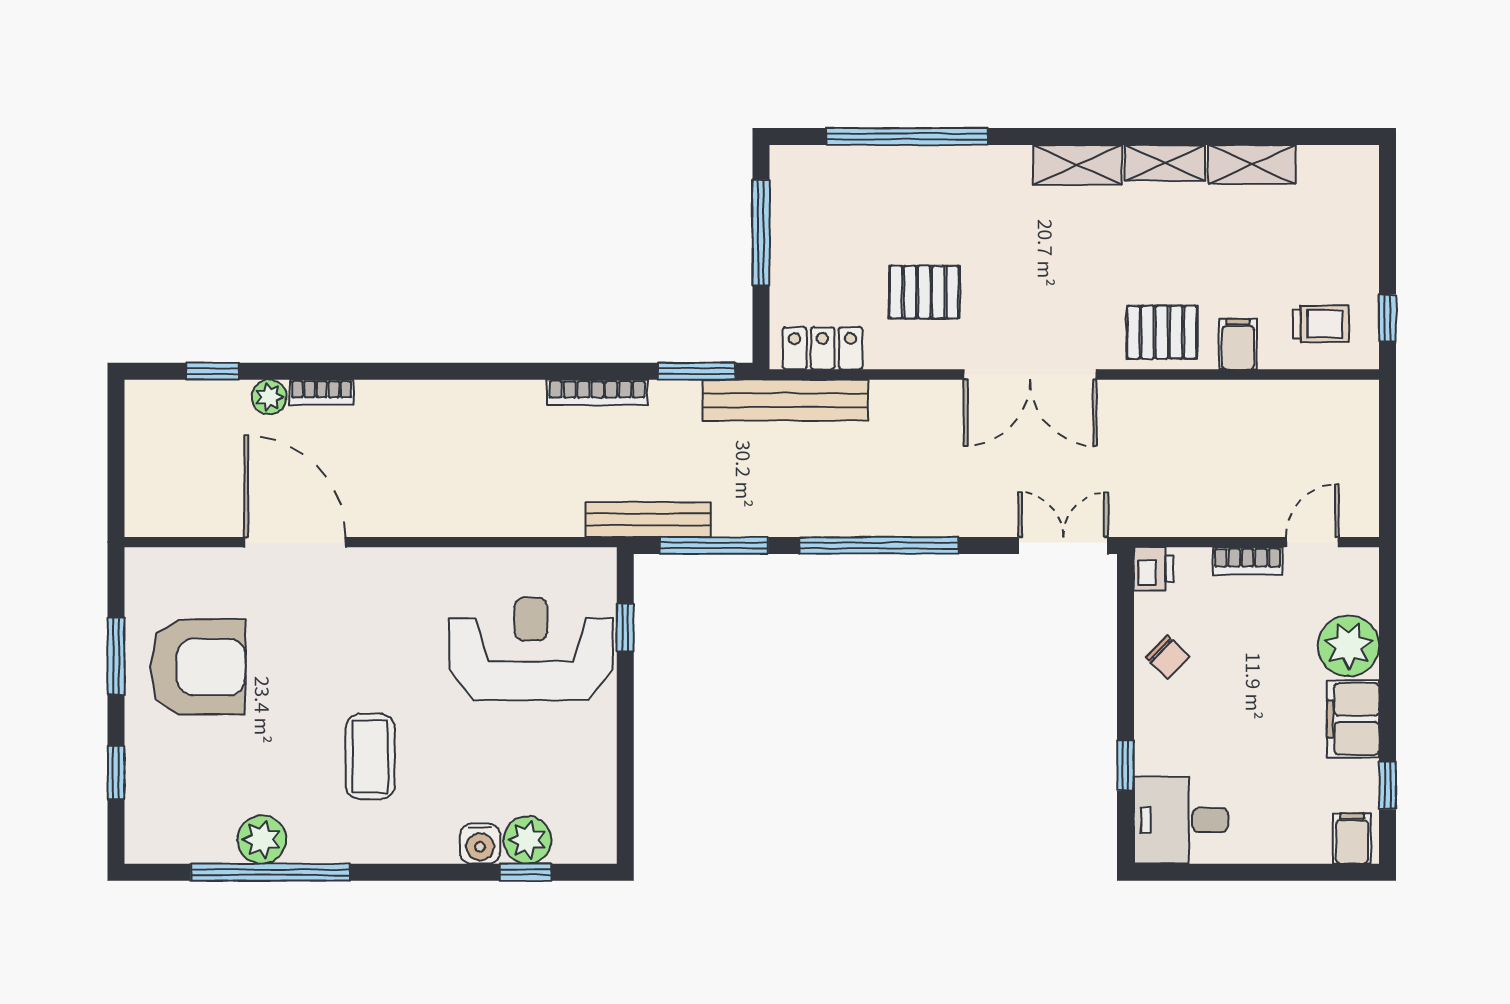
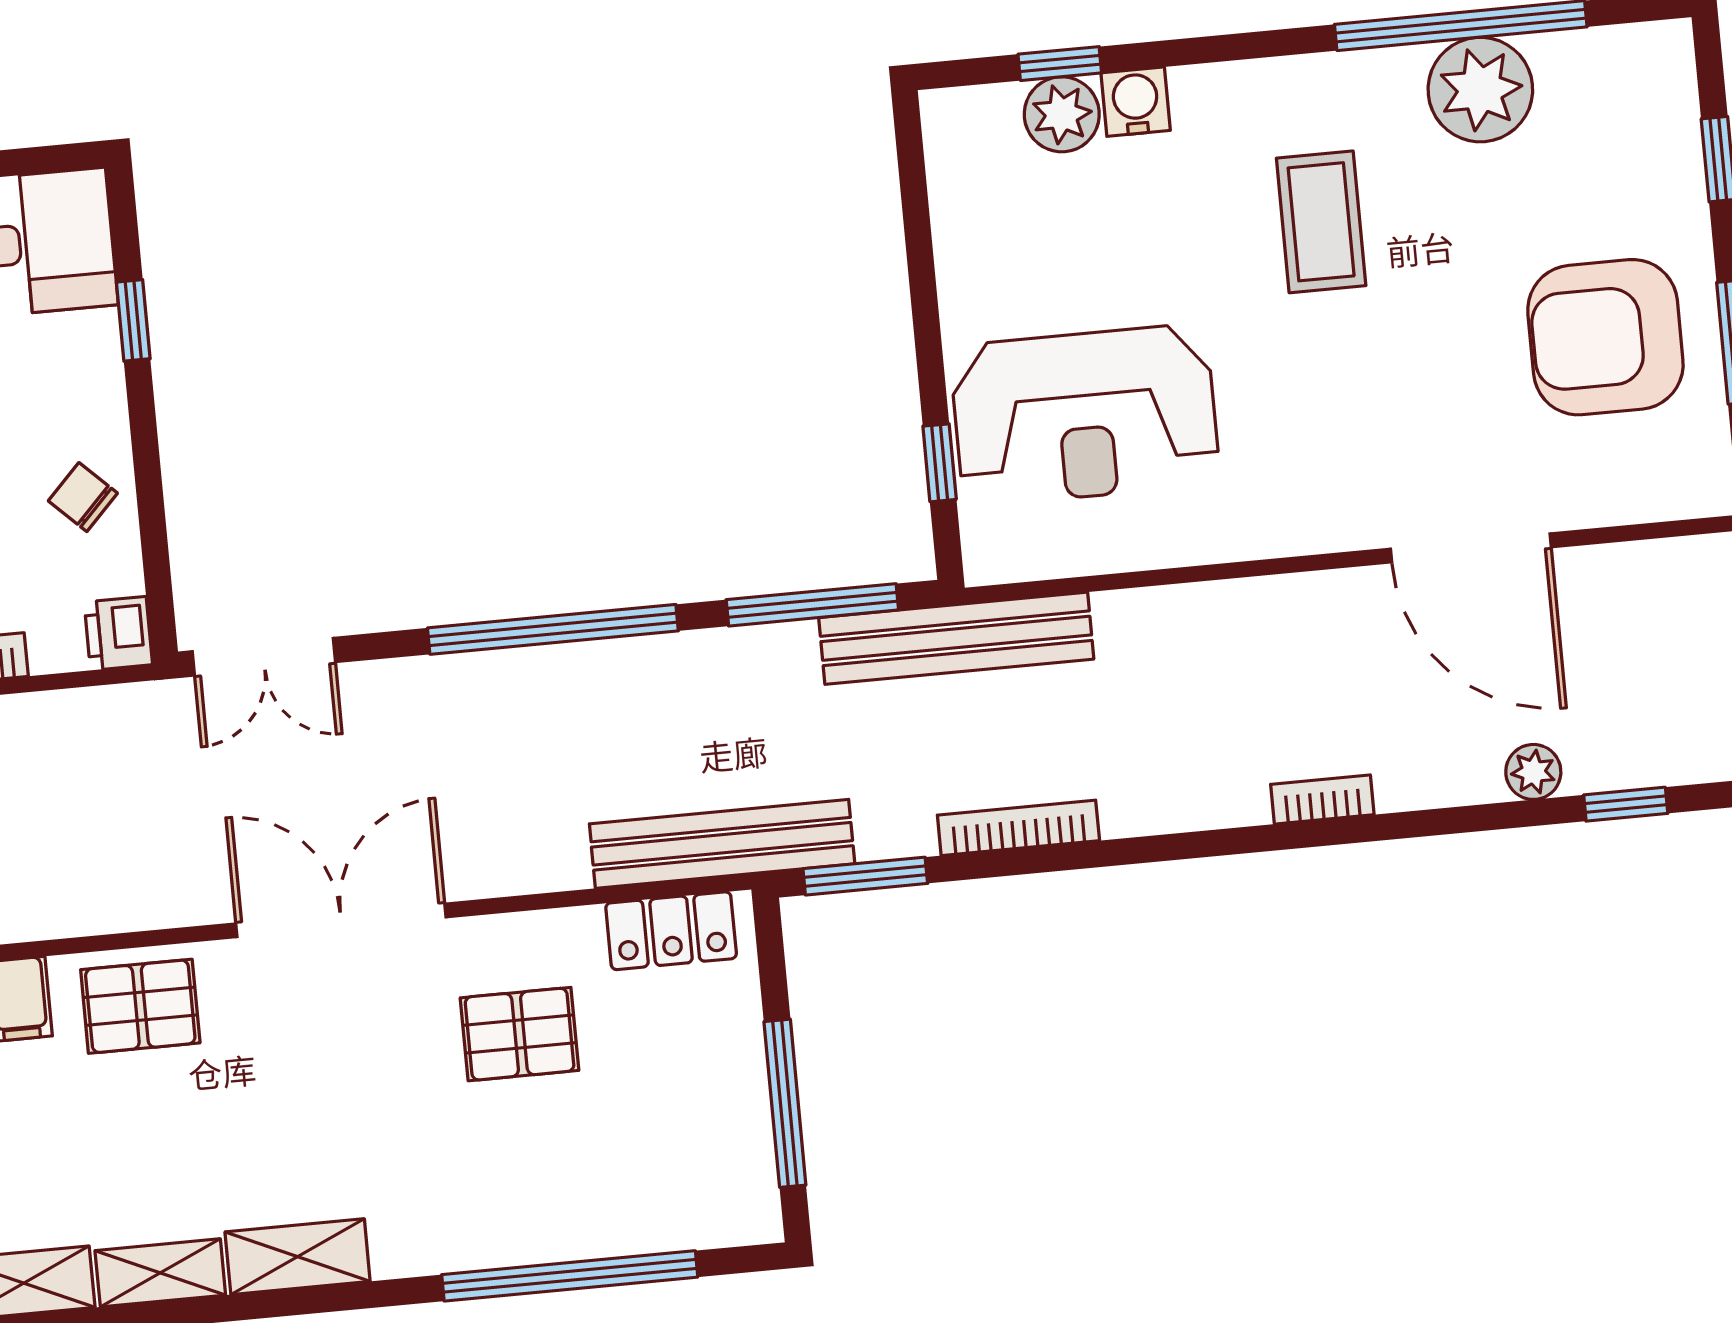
bookcase: (322, 392) -> (1322, 799), moved
bench: (648, 520) -> (956, 638), width x1.37, depth x1.21
plant: (262, 839) -> (1480, 90), width x1.36, depth x1.36

